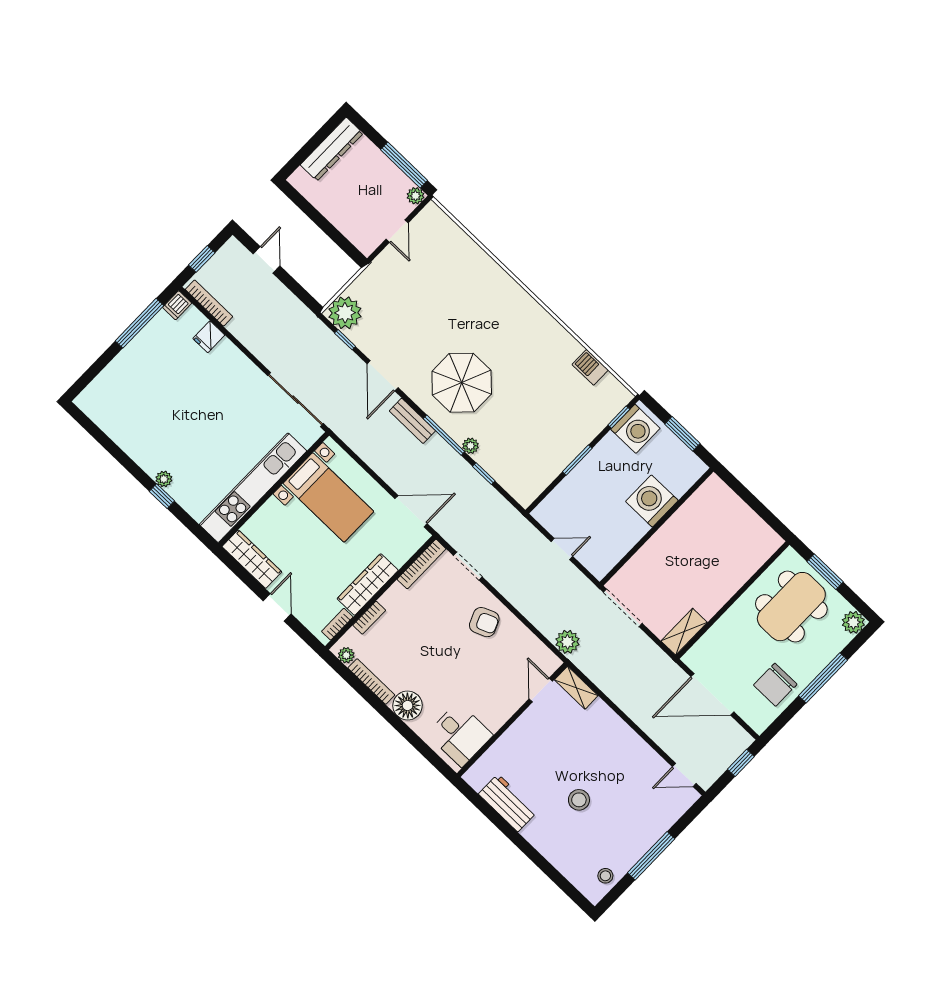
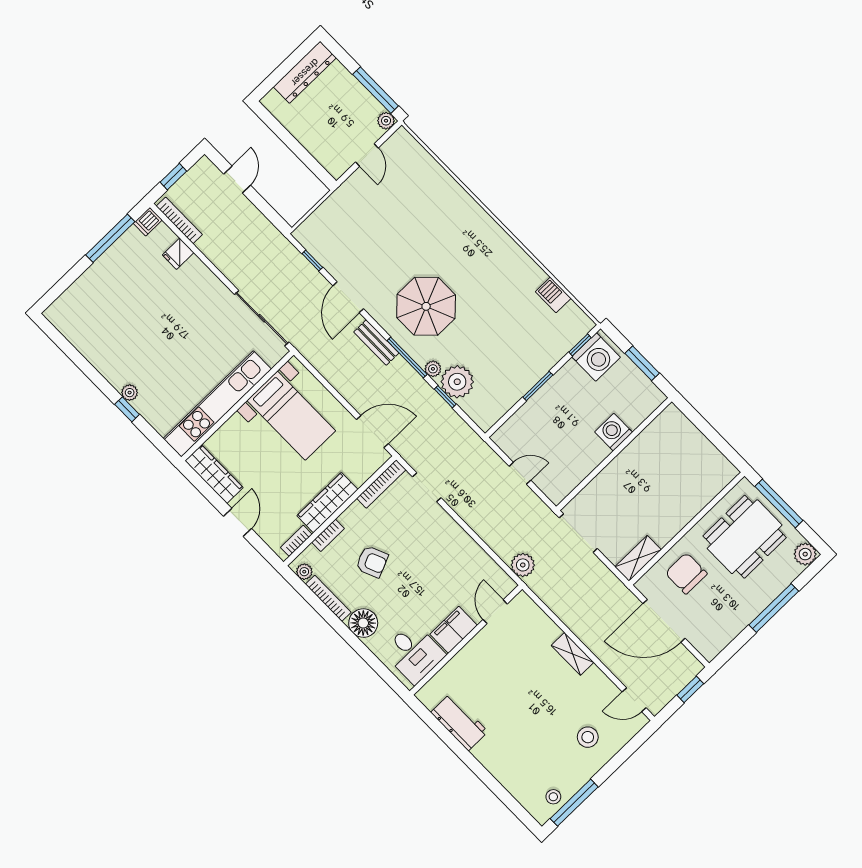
plant: (345, 313) -> (457, 382), moved
washing machine: (652, 501) -> (614, 432), width x0.73, depth x0.73
window: (825, 572) -> (779, 503), width x1.44
armchair: (484, 622) -> (372, 562), moved
chair: (775, 685) -> (686, 573), moved, turned 90
shelving: (576, 688) -> (573, 654), moved
filing cabinet: (499, 710) -> (454, 630), added
stool: (579, 800) -> (588, 737), moved
window: (651, 856) -> (574, 803), moved

